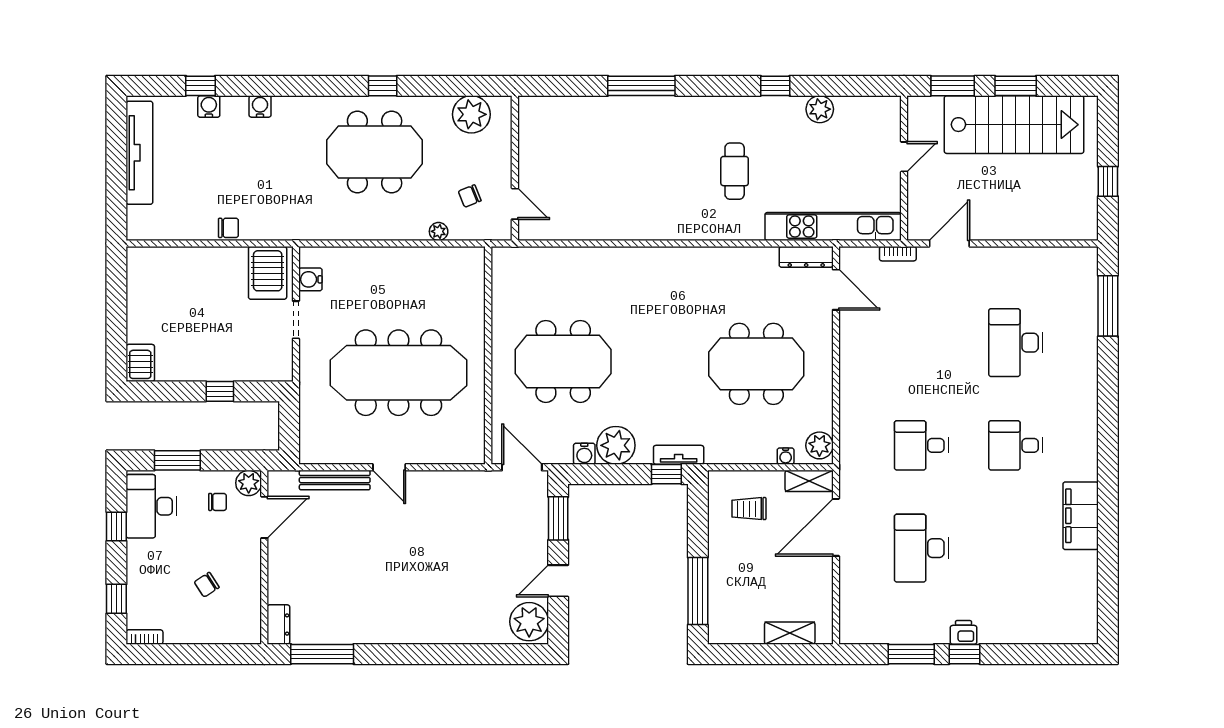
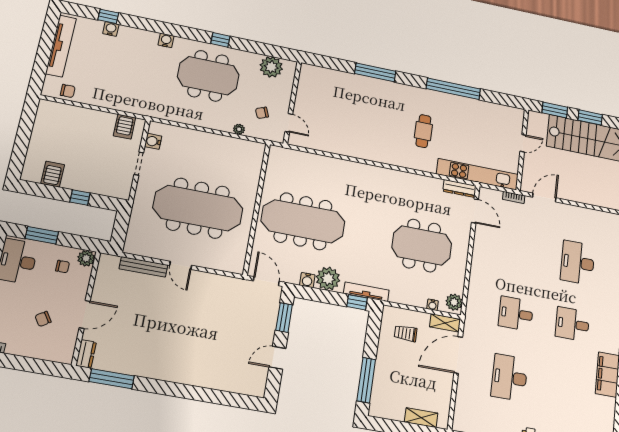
window: (775, 86) -> (453, 89), width x3.17
water cooler: (260, 106) -> (166, 40), moved
plant: (820, 109) -> (477, 107), removed
chair: (228, 228) -> (68, 91), moved
server rack: (268, 273) -> (124, 127), width x0.73, depth x0.70
meeting table: (563, 361) -> (303, 221), width x1.36
server rack: (140, 363) -> (53, 174), moved
tv unit: (679, 455) -> (366, 292), width x1.41
door: (264, 517) -> (85, 314), moved
plant: (529, 622) -> (254, 381), removed

